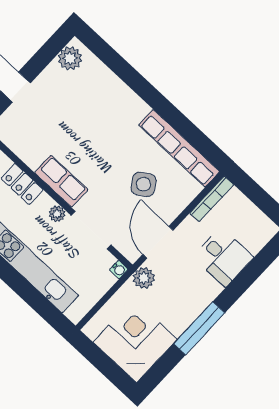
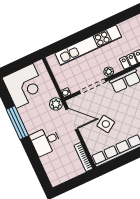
desk: (223, 257) -> (46, 141), moved

